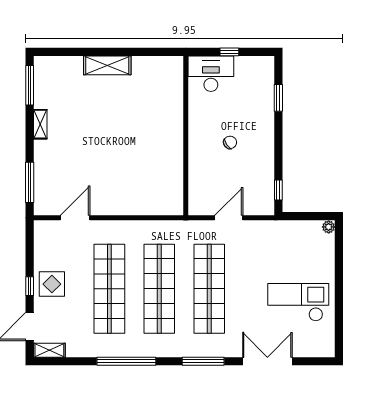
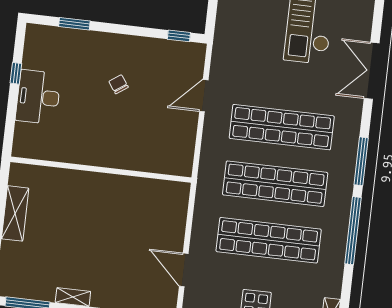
wall: (186, 136) -> (101, 170), moved
door: (229, 218) -> (204, 96), hinge flipped
window: (203, 361) -> (361, 161), moved

